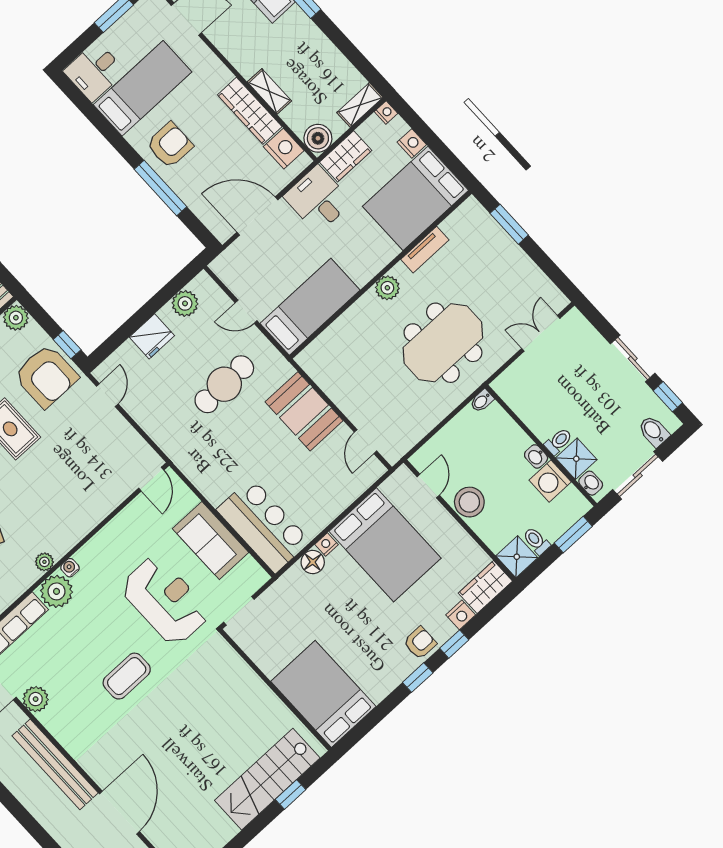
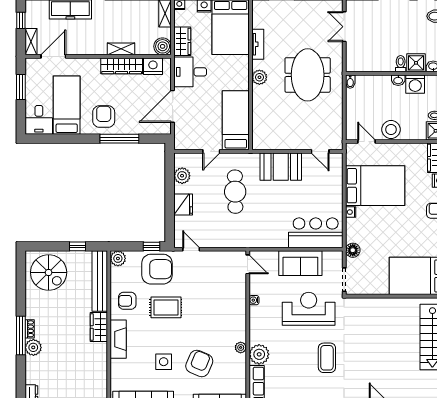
floor lamp: (313, 562) -> (353, 250), moved
water cooler: (70, 568) -> (254, 300), moved

